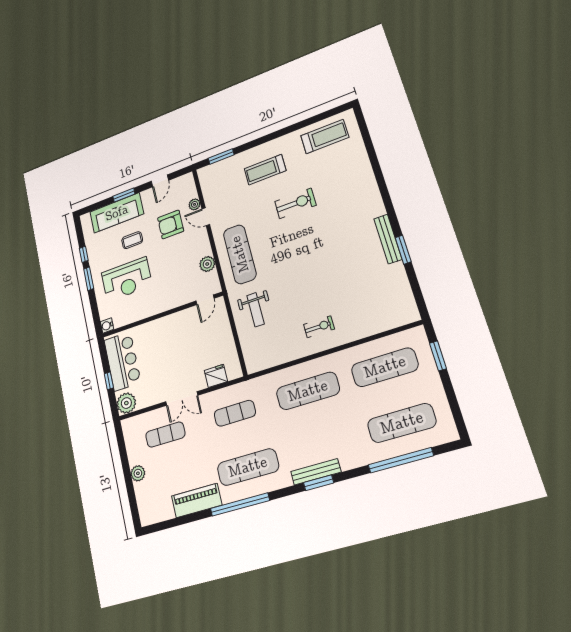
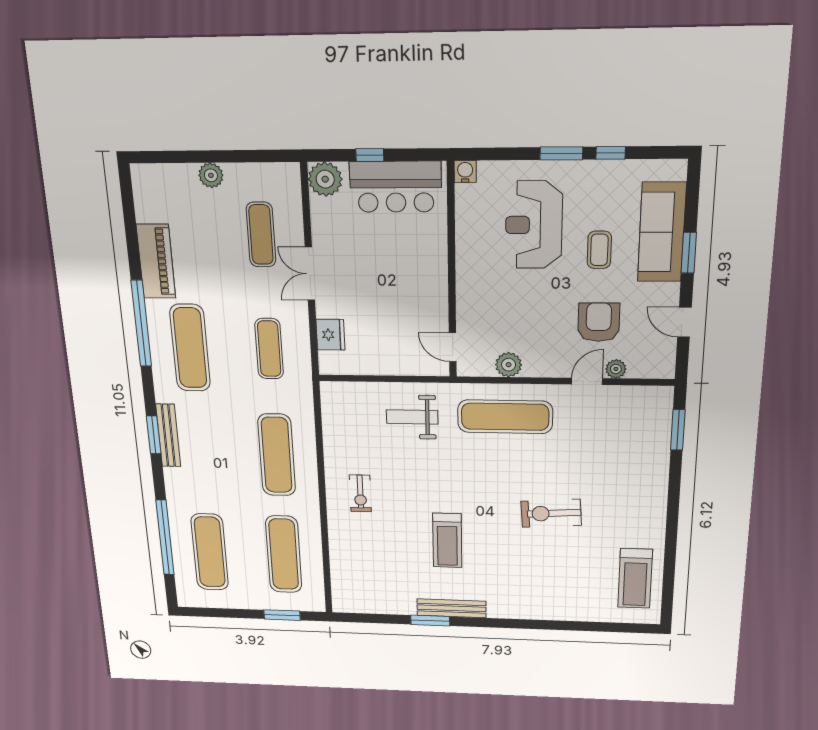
treadmill: (265, 170) -> (447, 540), moved, turned 180
exercise bike: (295, 203) -> (551, 513), turned 86

